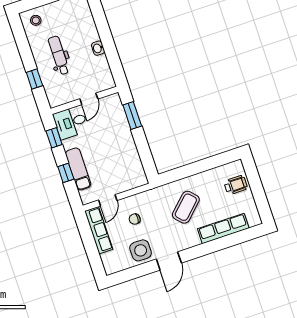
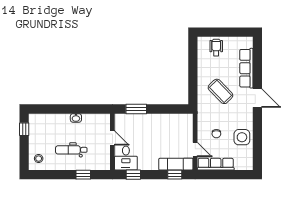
exam couch: (78, 169) -> (176, 164), moved
window: (66, 173) -> (175, 175), moved
door: (169, 261) -> (257, 98), moved

